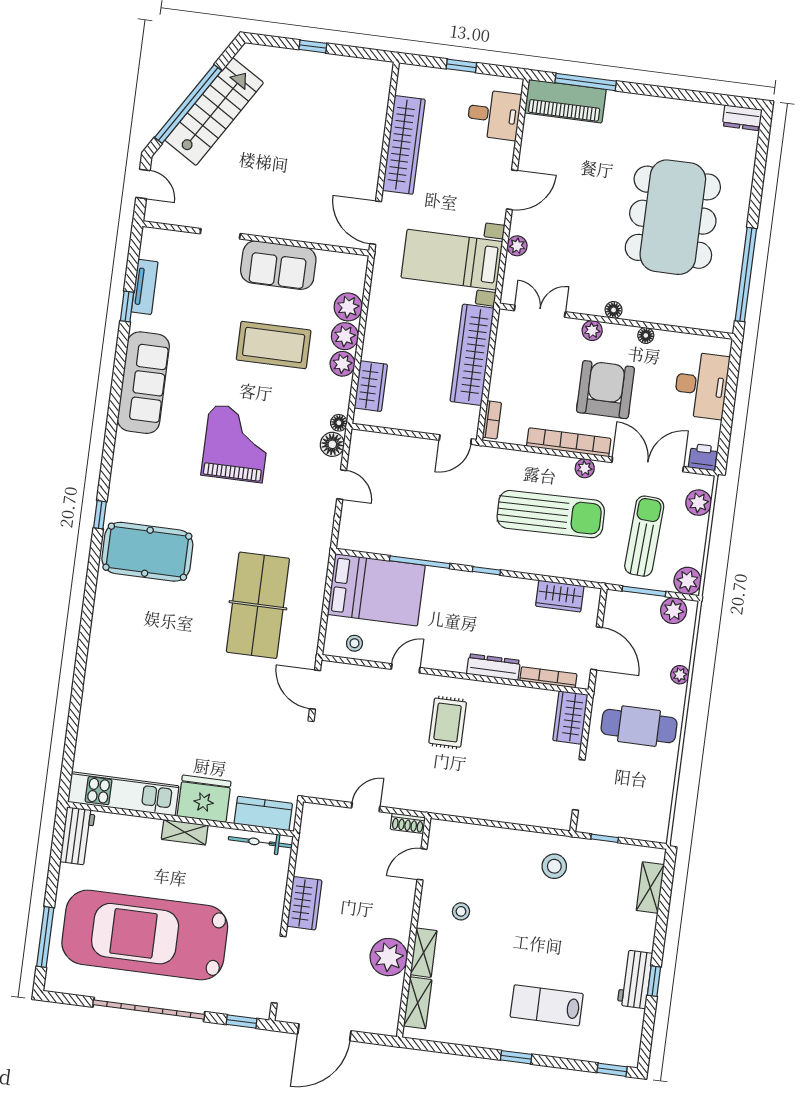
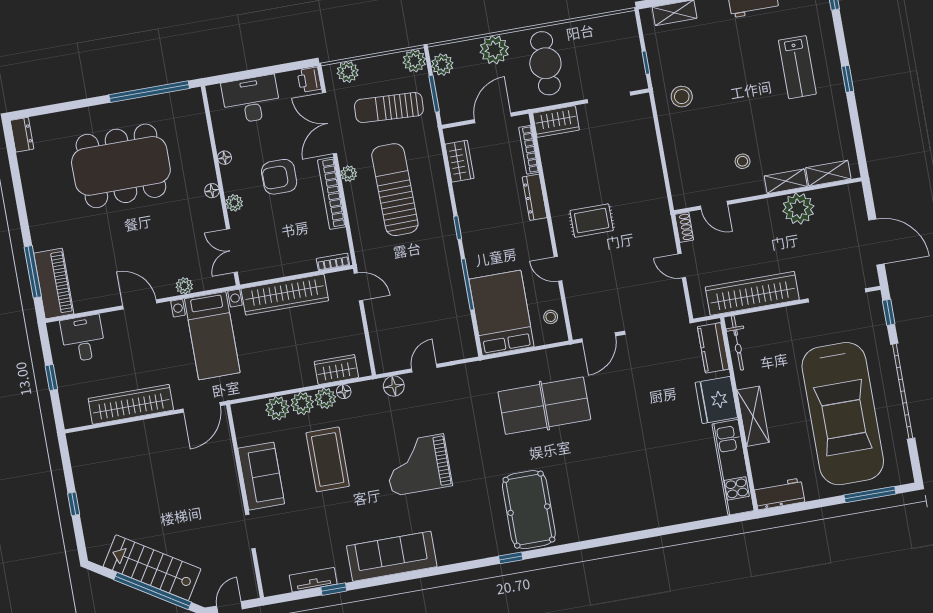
armchair: (605, 390) -> (279, 177), width x0.73, depth x0.73
floor lamp: (339, 423) -> (344, 392), moved
plant: (680, 675) -> (494, 50), width x1.87, depth x1.87
shelving: (185, 832) -> (753, 416), width x1.50, depth x1.33
wardrobe: (304, 903) -> (752, 293), width x2.10, depth x1.17

